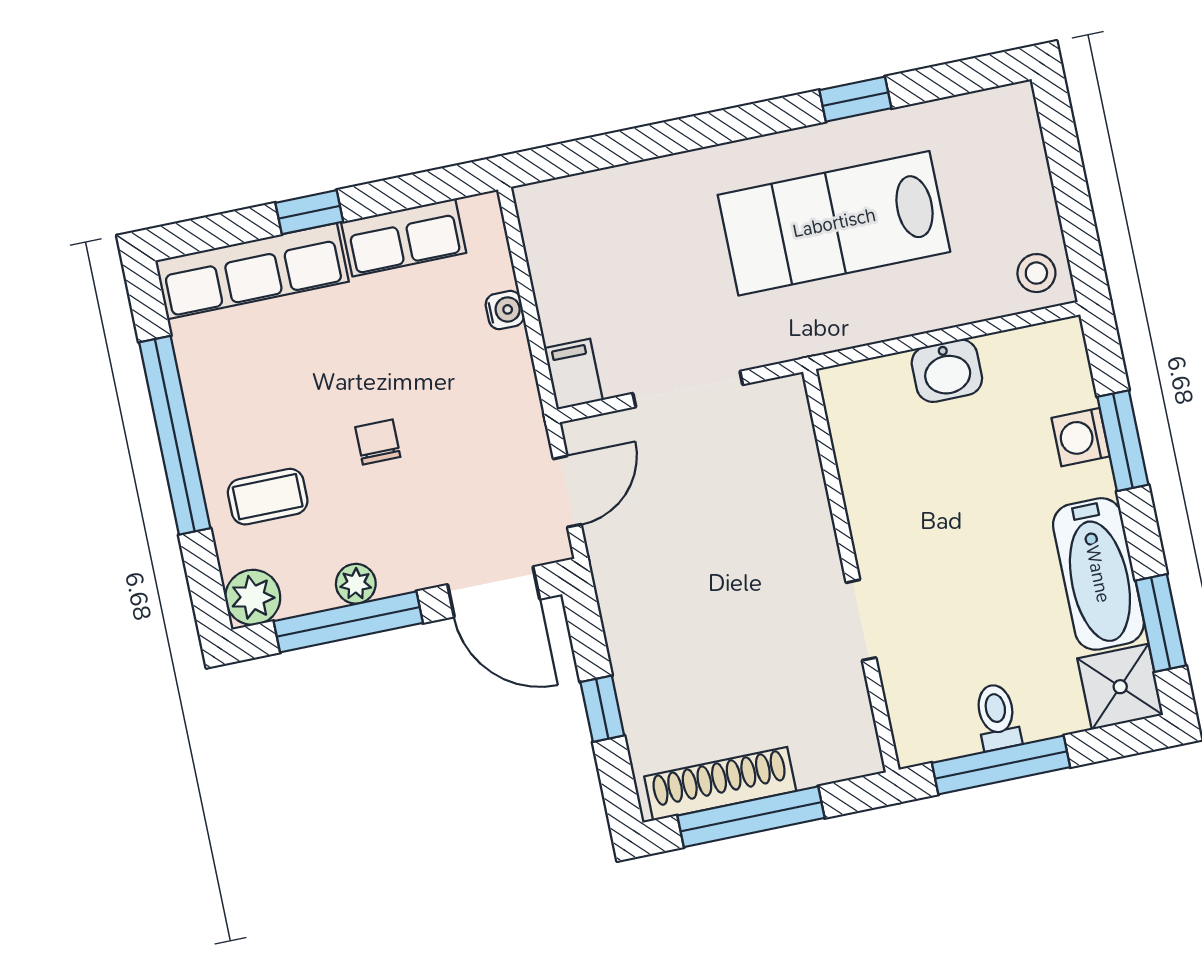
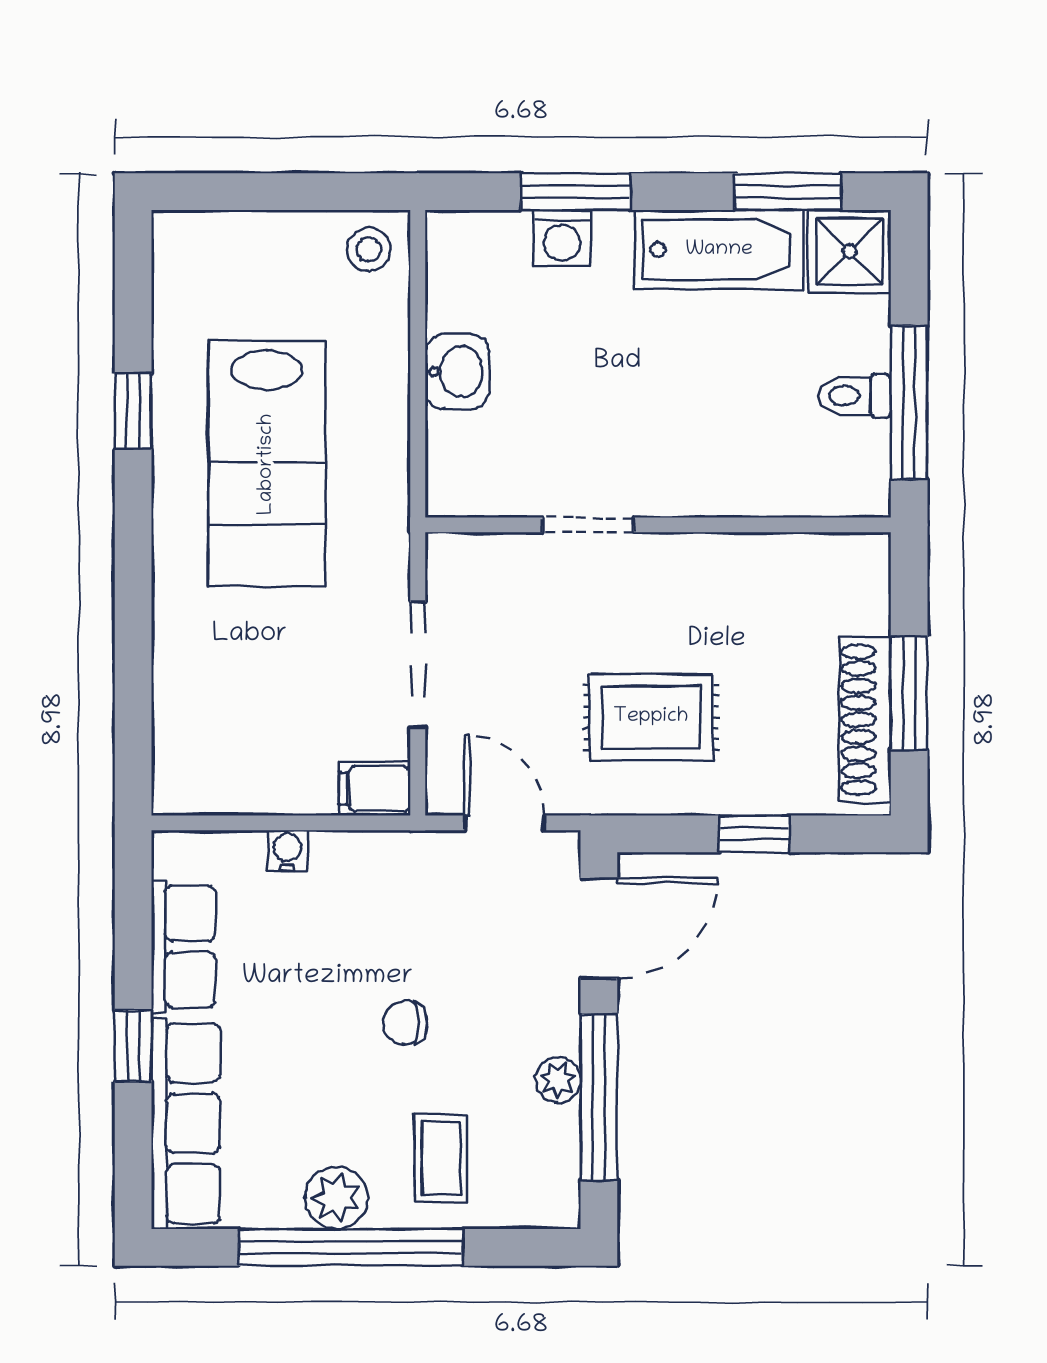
plant: (253, 597) -> (336, 1198), moved
rug: (684, 599) -> (651, 717), added
doorway: (861, 620) -> (588, 525), moved
window: (751, 817) -> (909, 693), width x0.69

